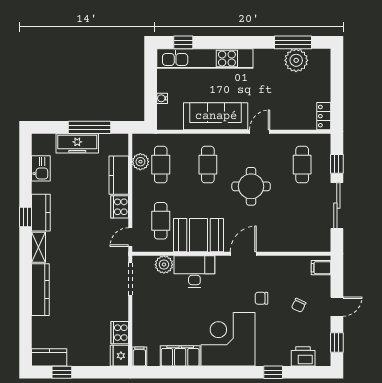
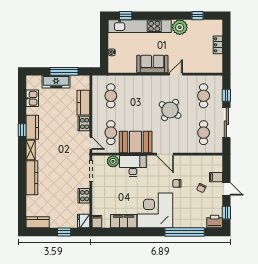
window: (293, 42) -> (198, 16), width x0.46
plant: (296, 60) -> (180, 27), moved
sofa: (216, 116) -> (152, 64), width x0.73
locker: (324, 116) -> (218, 45), moved
plant: (140, 162) -> (97, 94), removed
cafe table: (208, 165) -> (204, 133), moved
round table: (251, 186) -> (170, 110), turned 35
door: (130, 237) -> (91, 143), swing flipped
door: (243, 254) -> (165, 154), swing flipped
filing cabinet: (321, 268) -> (216, 177), moved
door: (337, 307) -> (226, 189), hinge flipped
cooker: (120, 333) -> (84, 196), moved
printer: (303, 356) -> (215, 222), moved
window: (62, 372) -> (64, 232), moved
window: (273, 372) -> (185, 232), width x3.17

